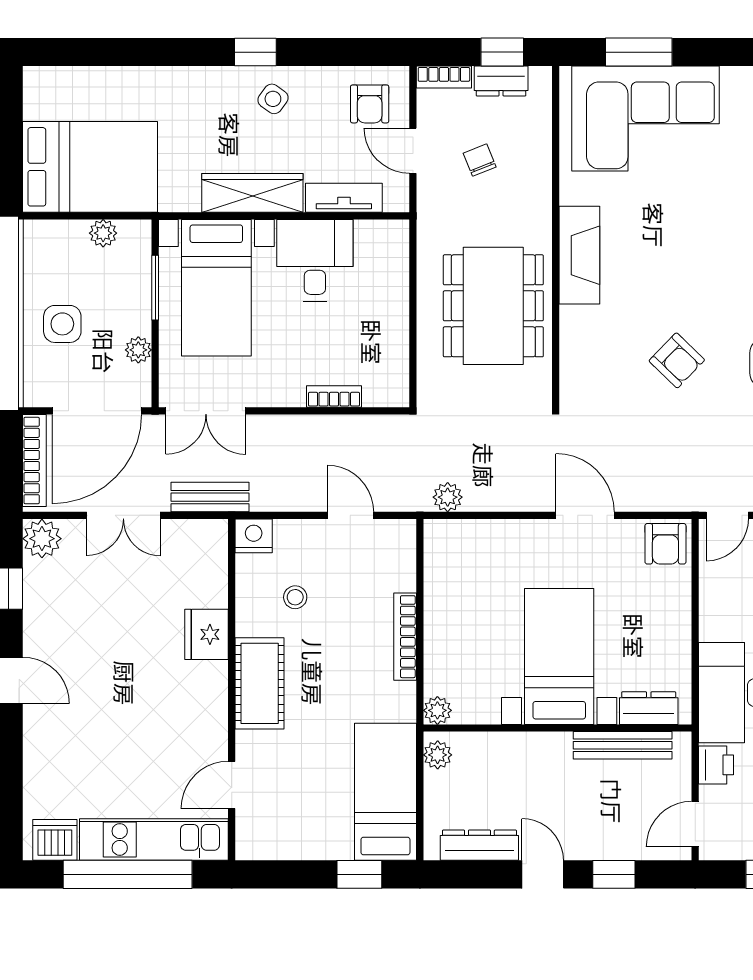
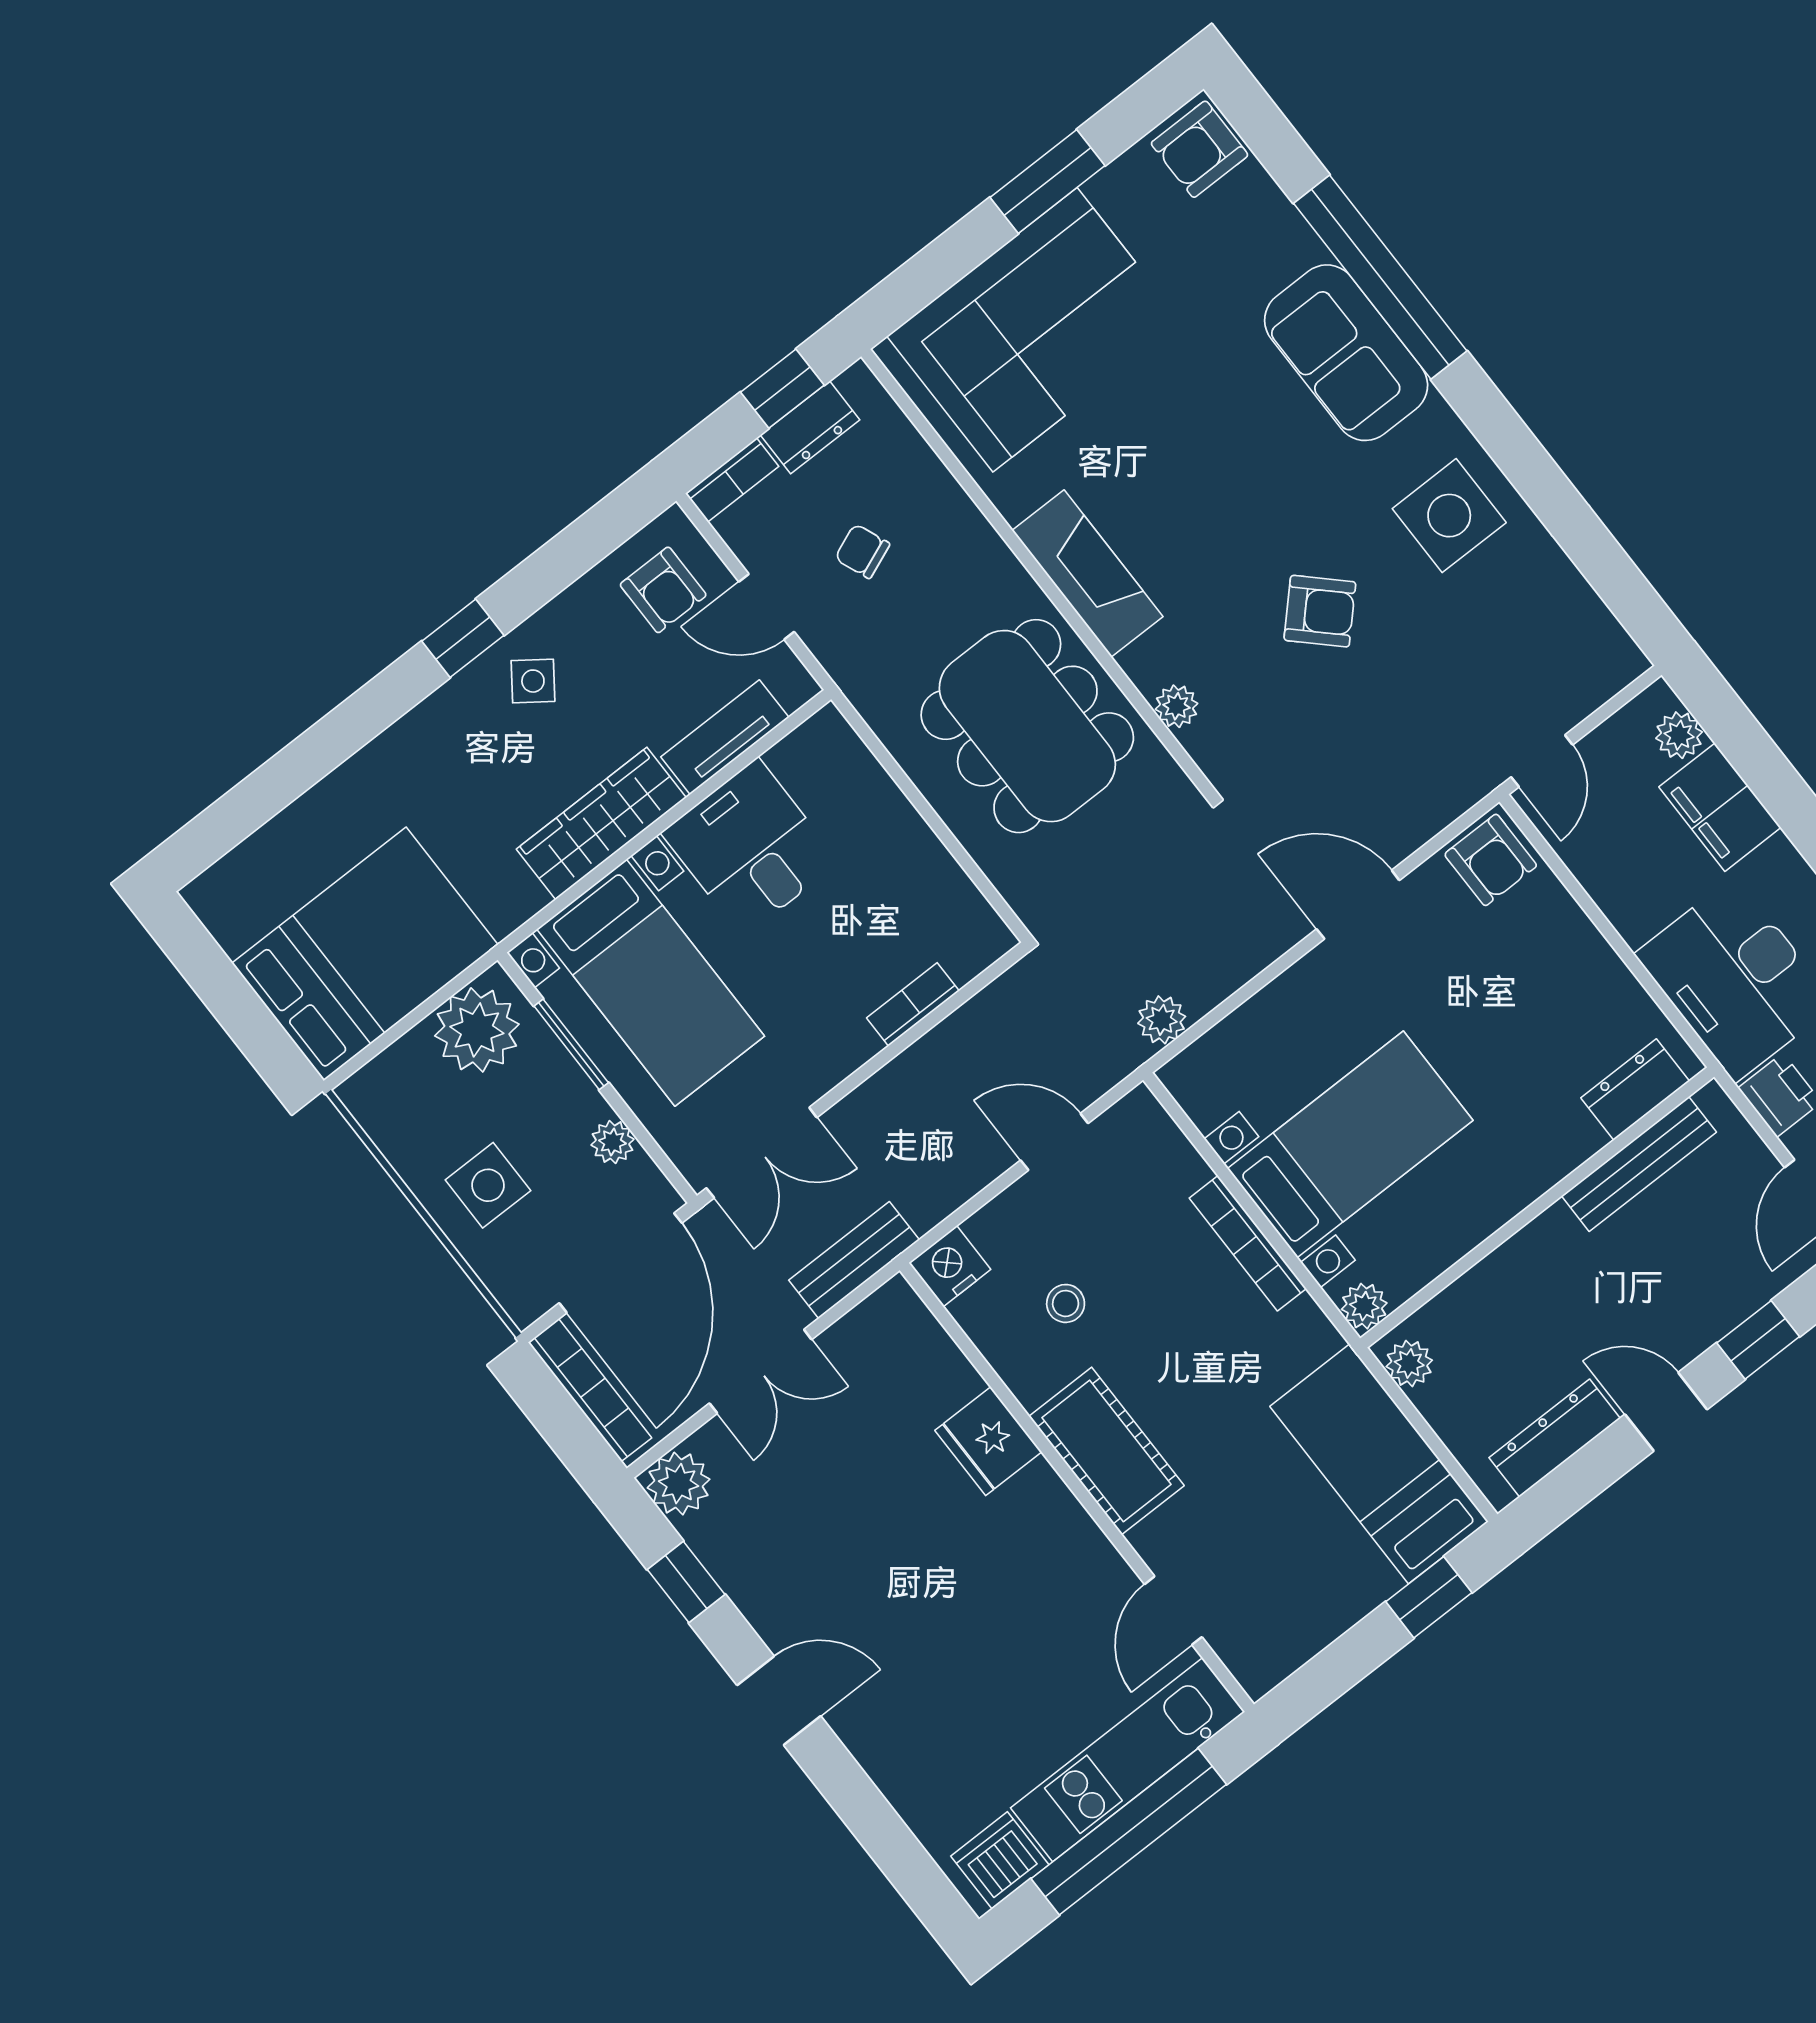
window: (639, 52) -> (1047, 181), moved
plant: (103, 233) -> (477, 1030), width x1.87, depth x1.87
plant: (572, 352) -> (1176, 706), added
bed with nightstands: (559, 656) -> (1350, 1144), moved, turned 90

